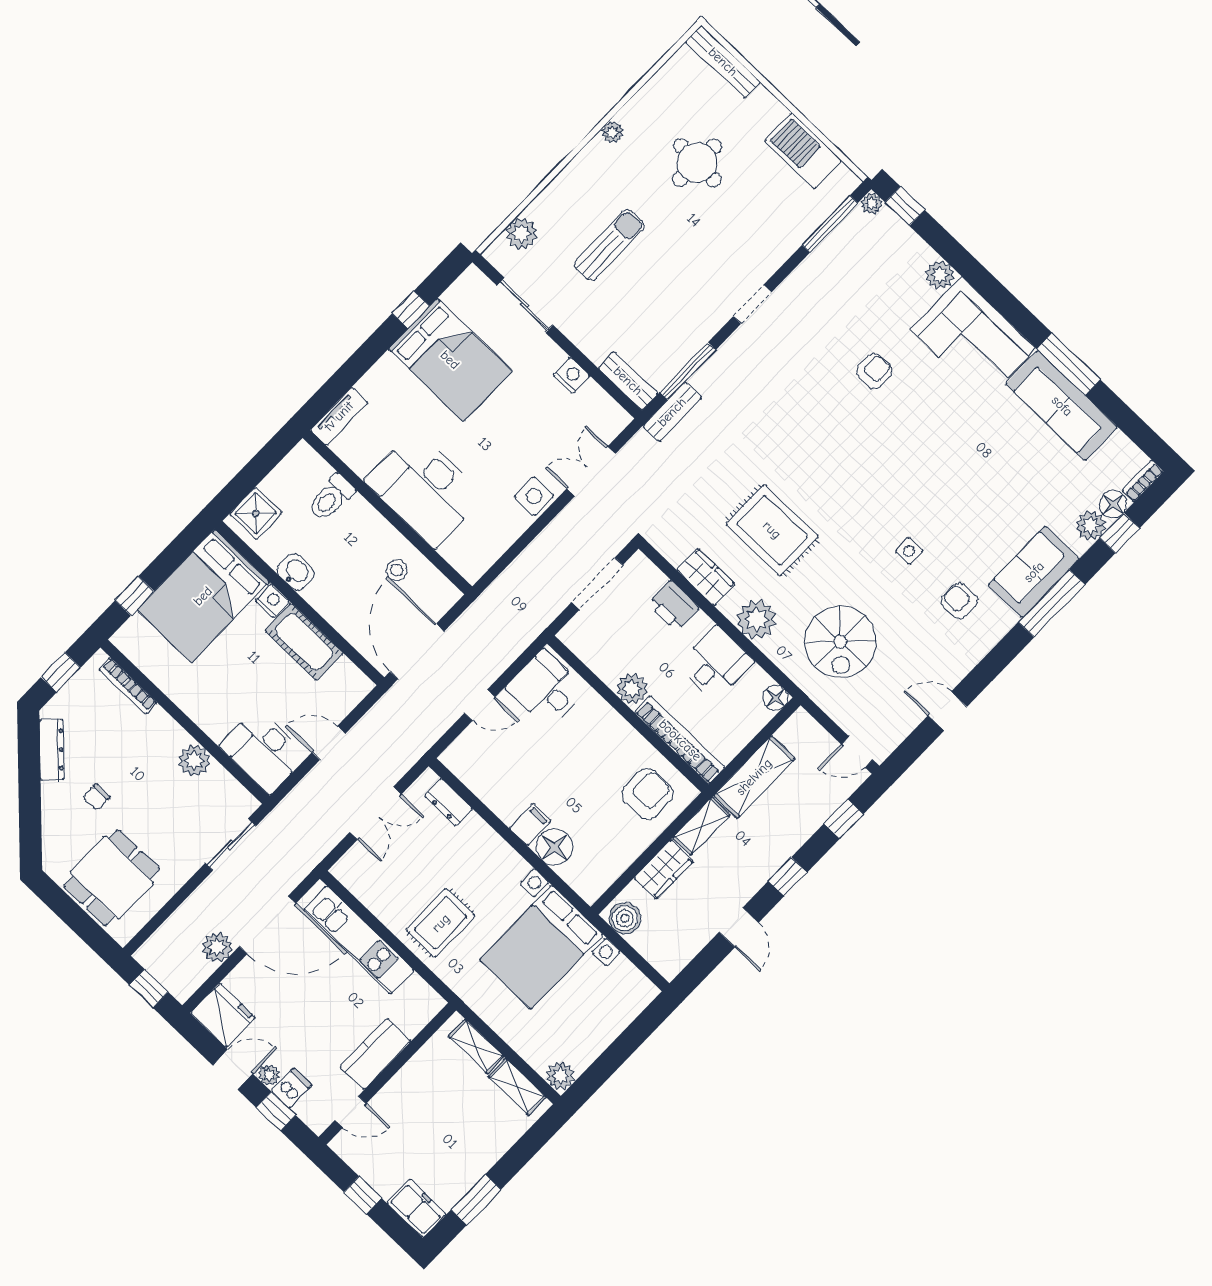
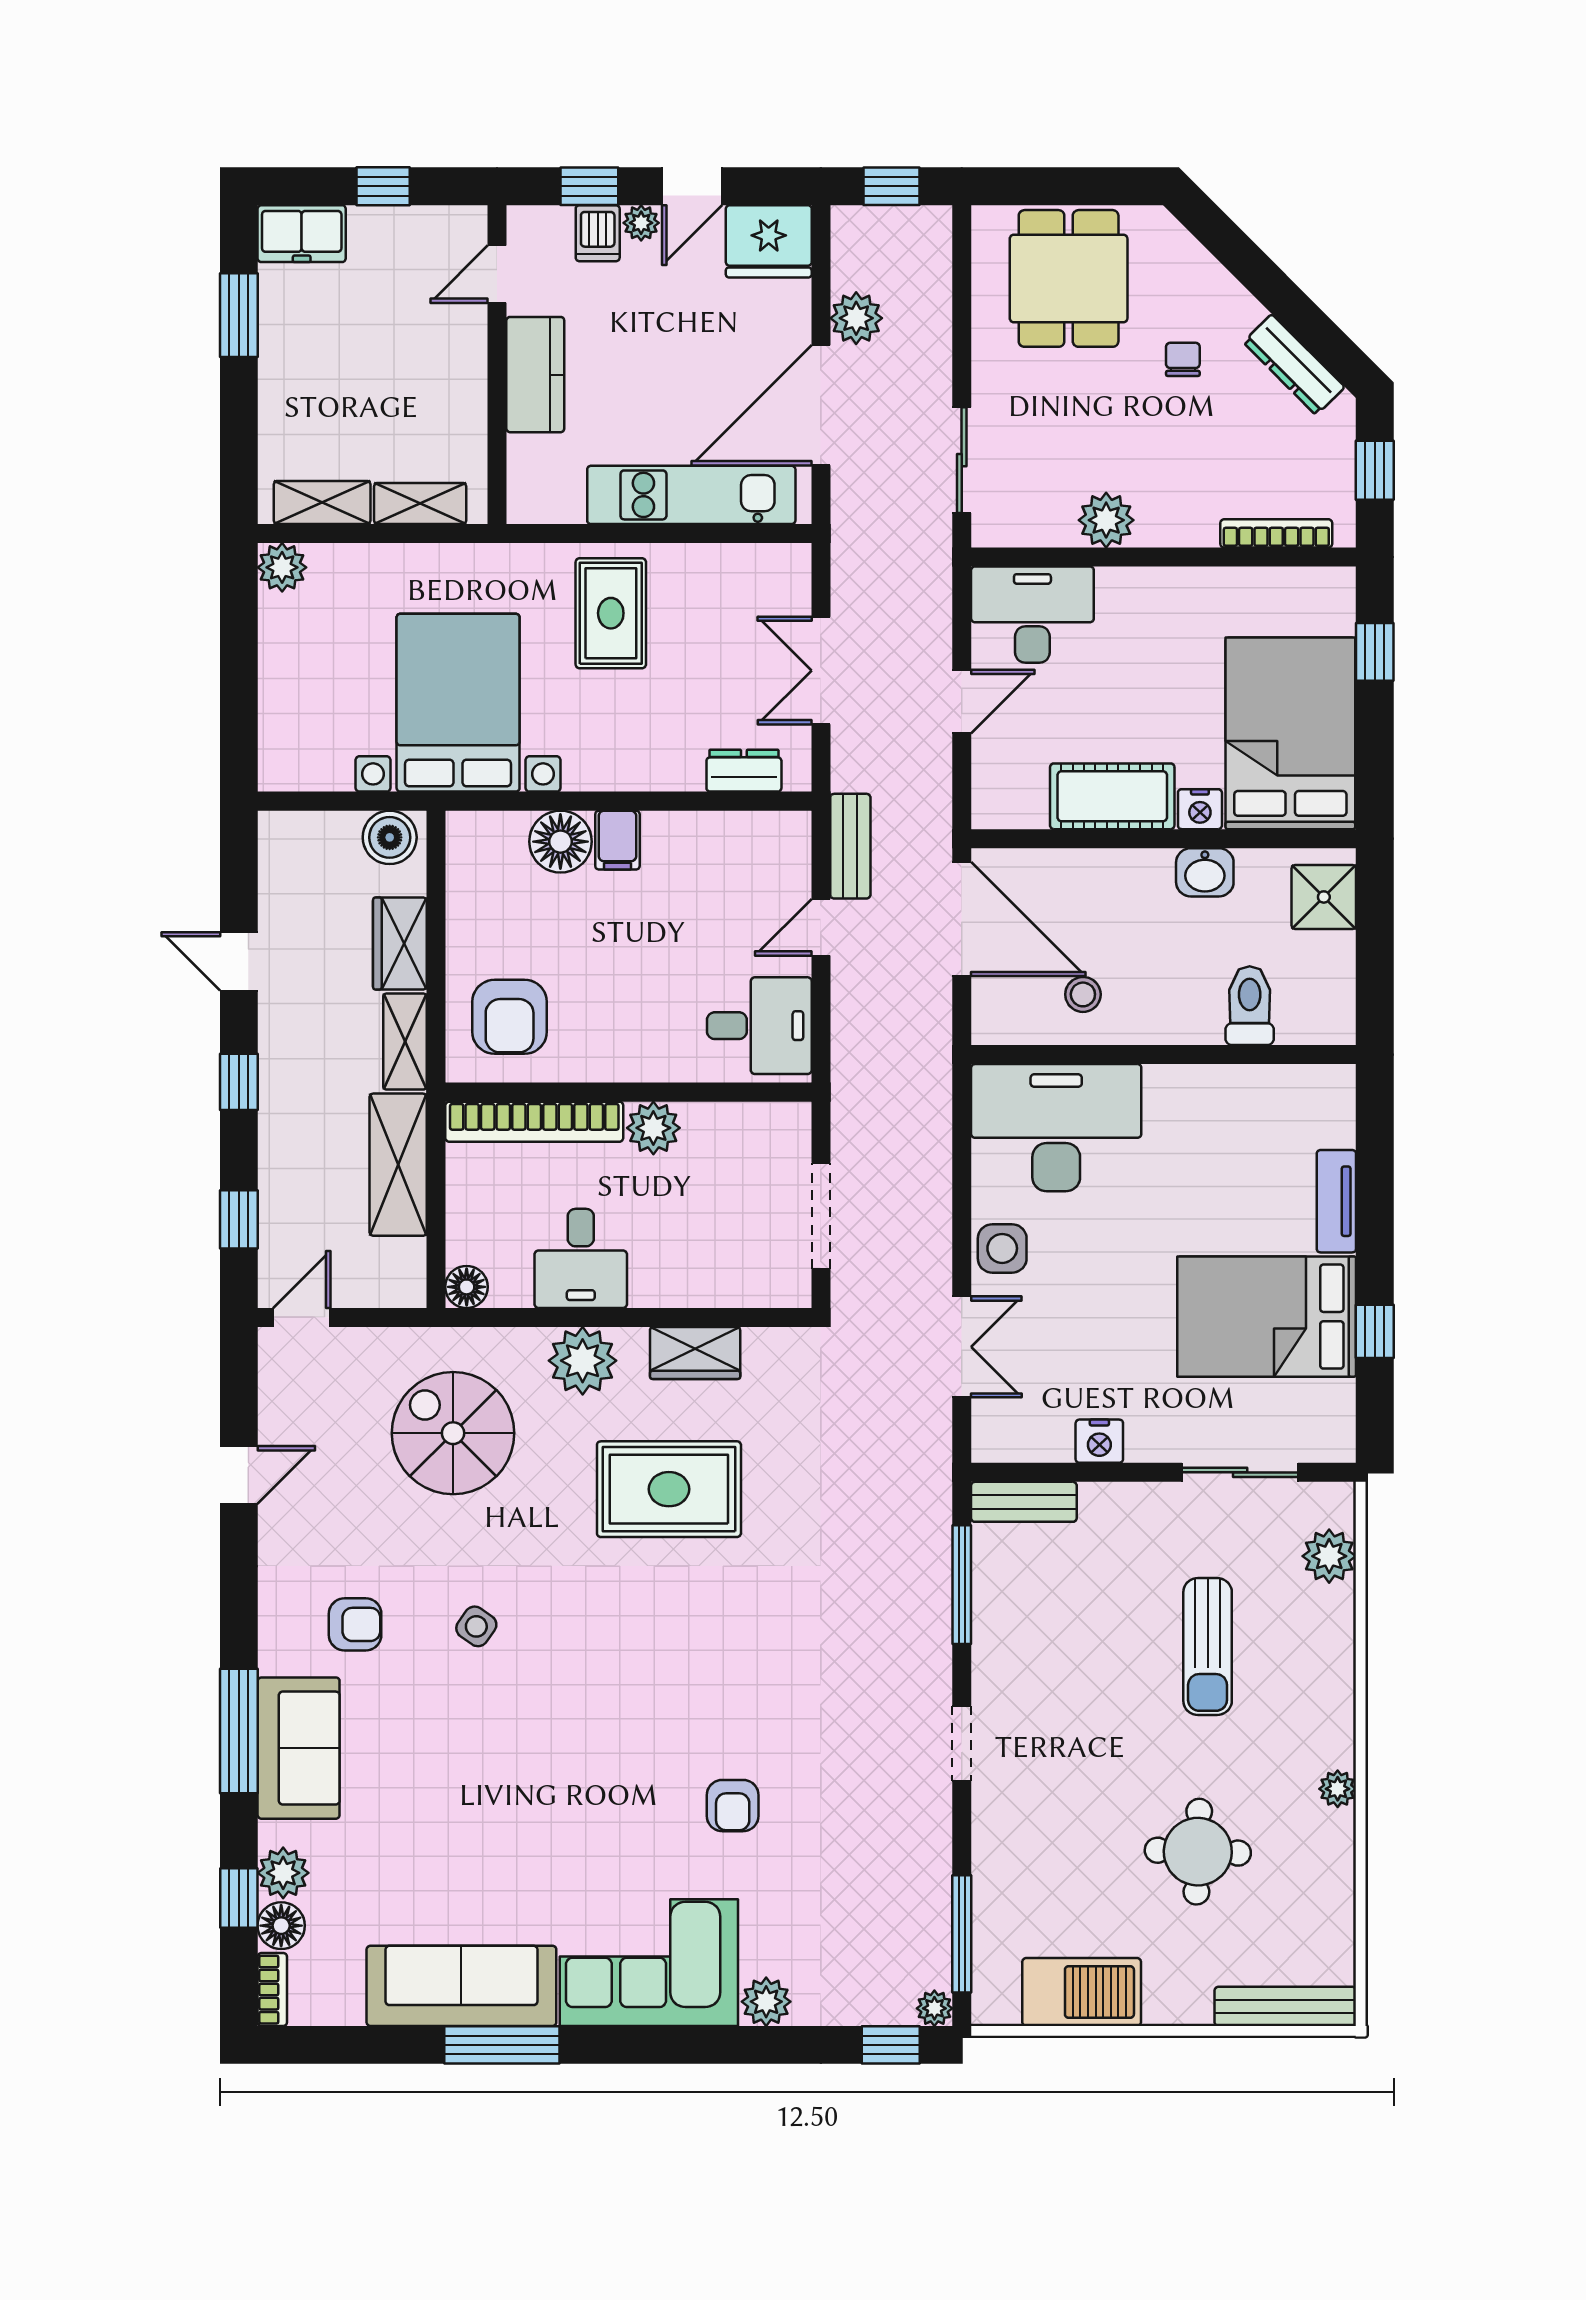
bench: (672, 412) -> (850, 846), moved
tv unit: (339, 416) -> (1336, 1201), moved
desk: (425, 489) -> (1056, 1128), moved
side table: (909, 551) -> (476, 1626), turned 35
printer: (674, 606) -> (701, 1279), removed

